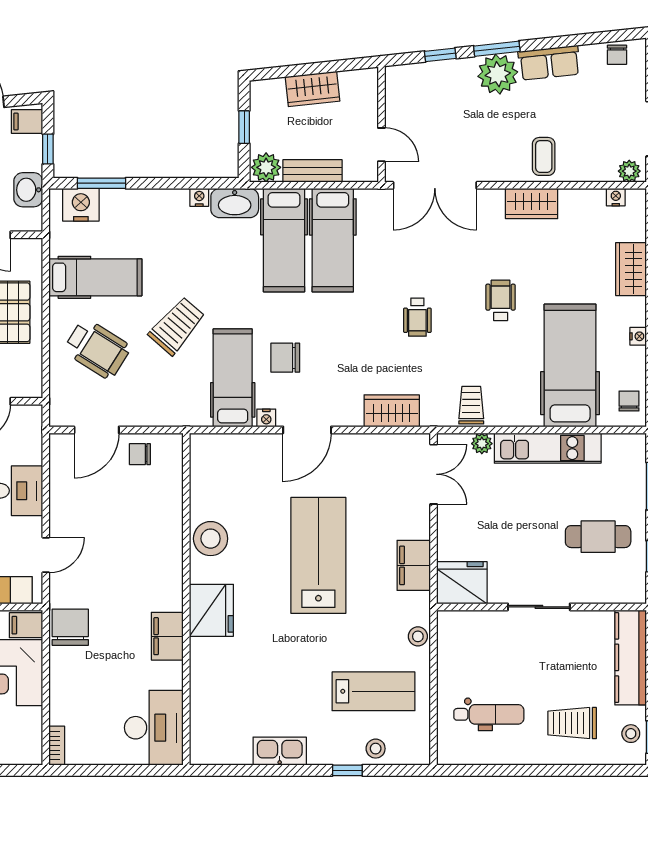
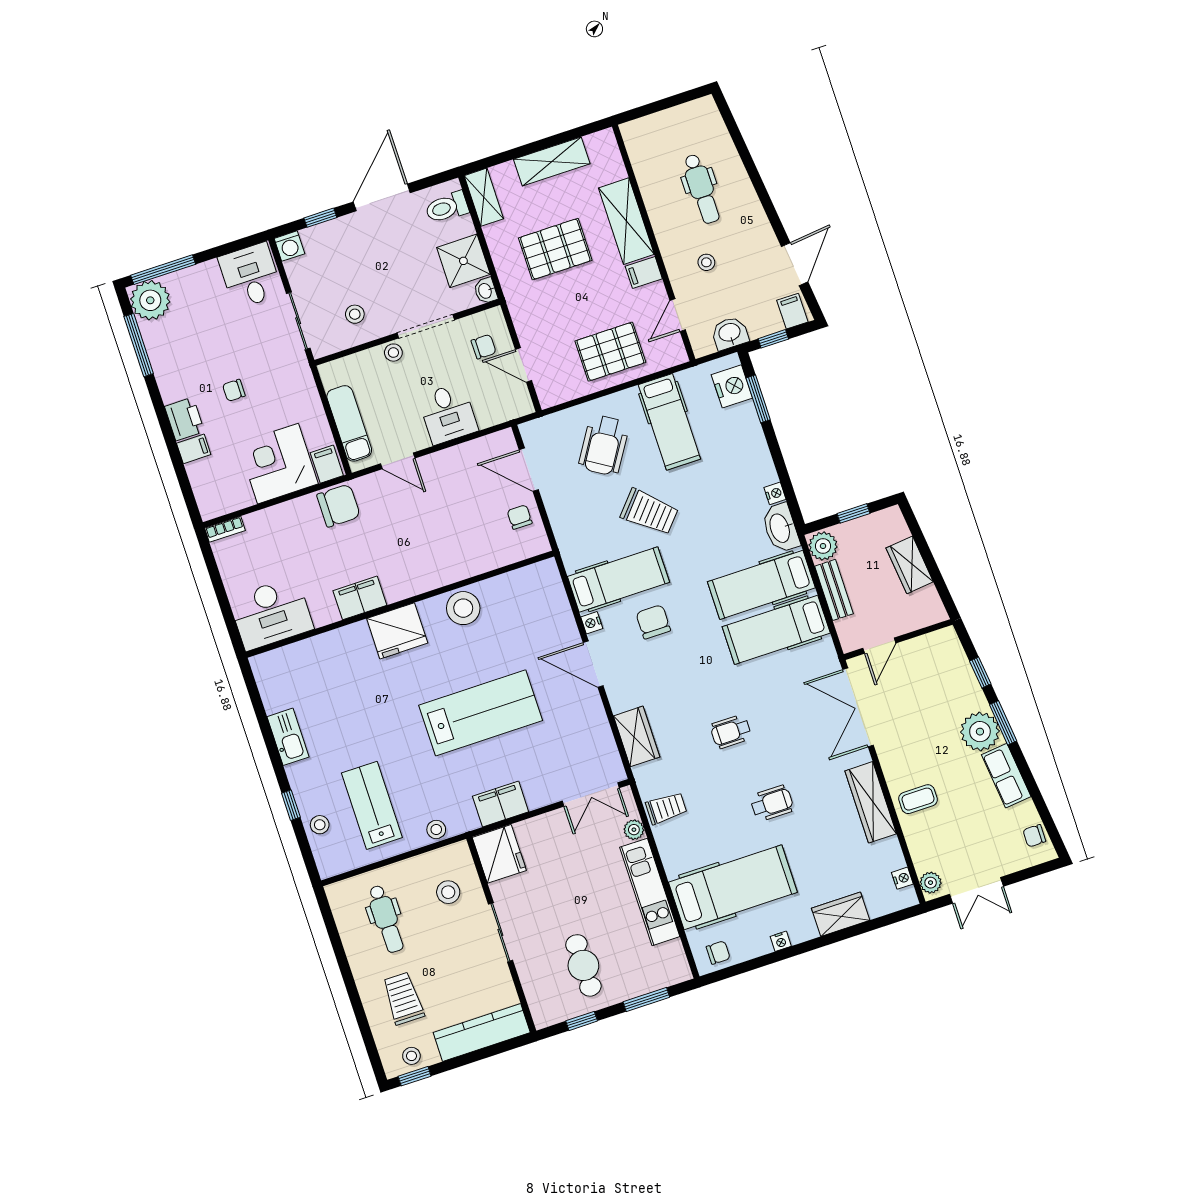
wardrobe: (532, 204) -> (871, 802), width x1.50
stool: (483, 645) -> (448, 892), added
lab bench: (373, 691) -> (372, 805), turned 180

